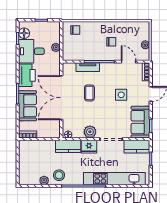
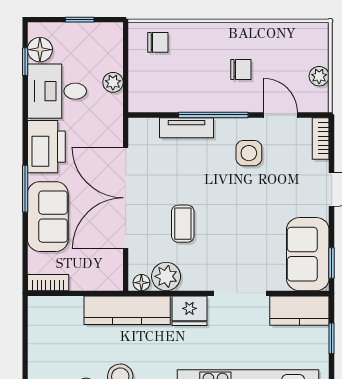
coffee table: (89, 93) -> (183, 224), moved
side table: (121, 95) -> (249, 153), moved
plant: (90, 132) -> (166, 276), moved
kitchen counter: (68, 146) -> (127, 310), width x1.50

